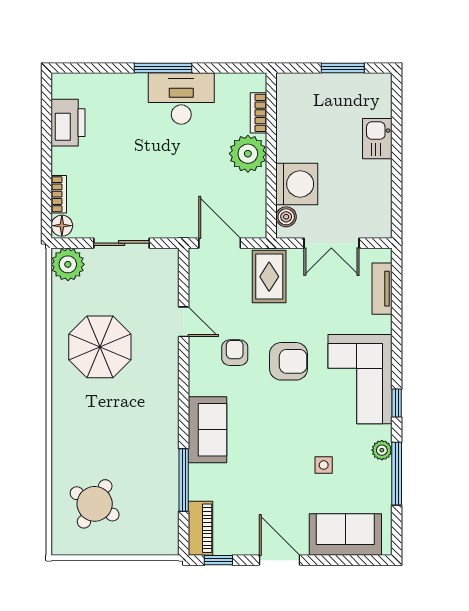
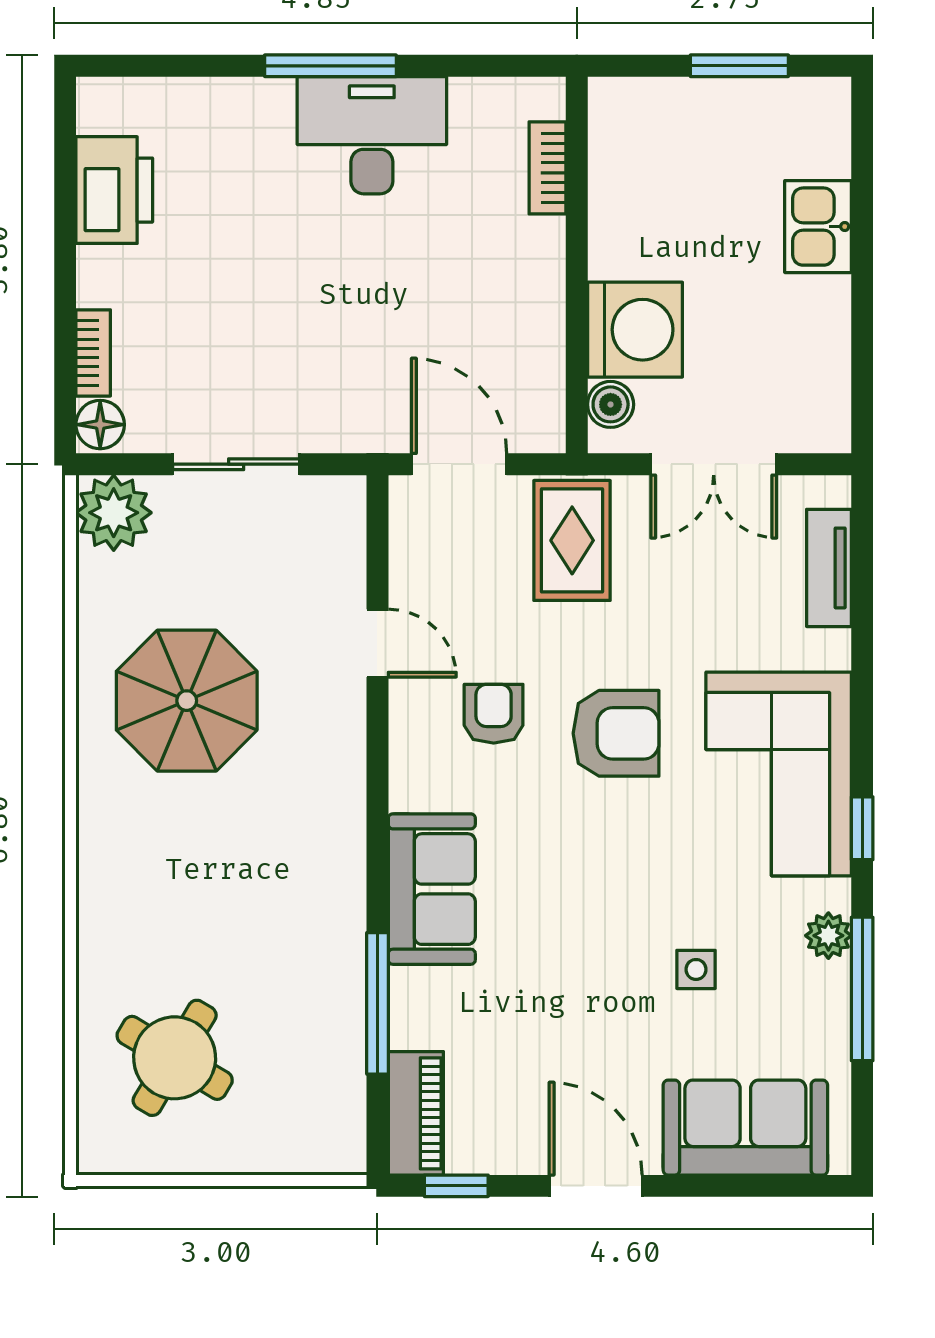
plant: (248, 154) -> (523, 261), removed

